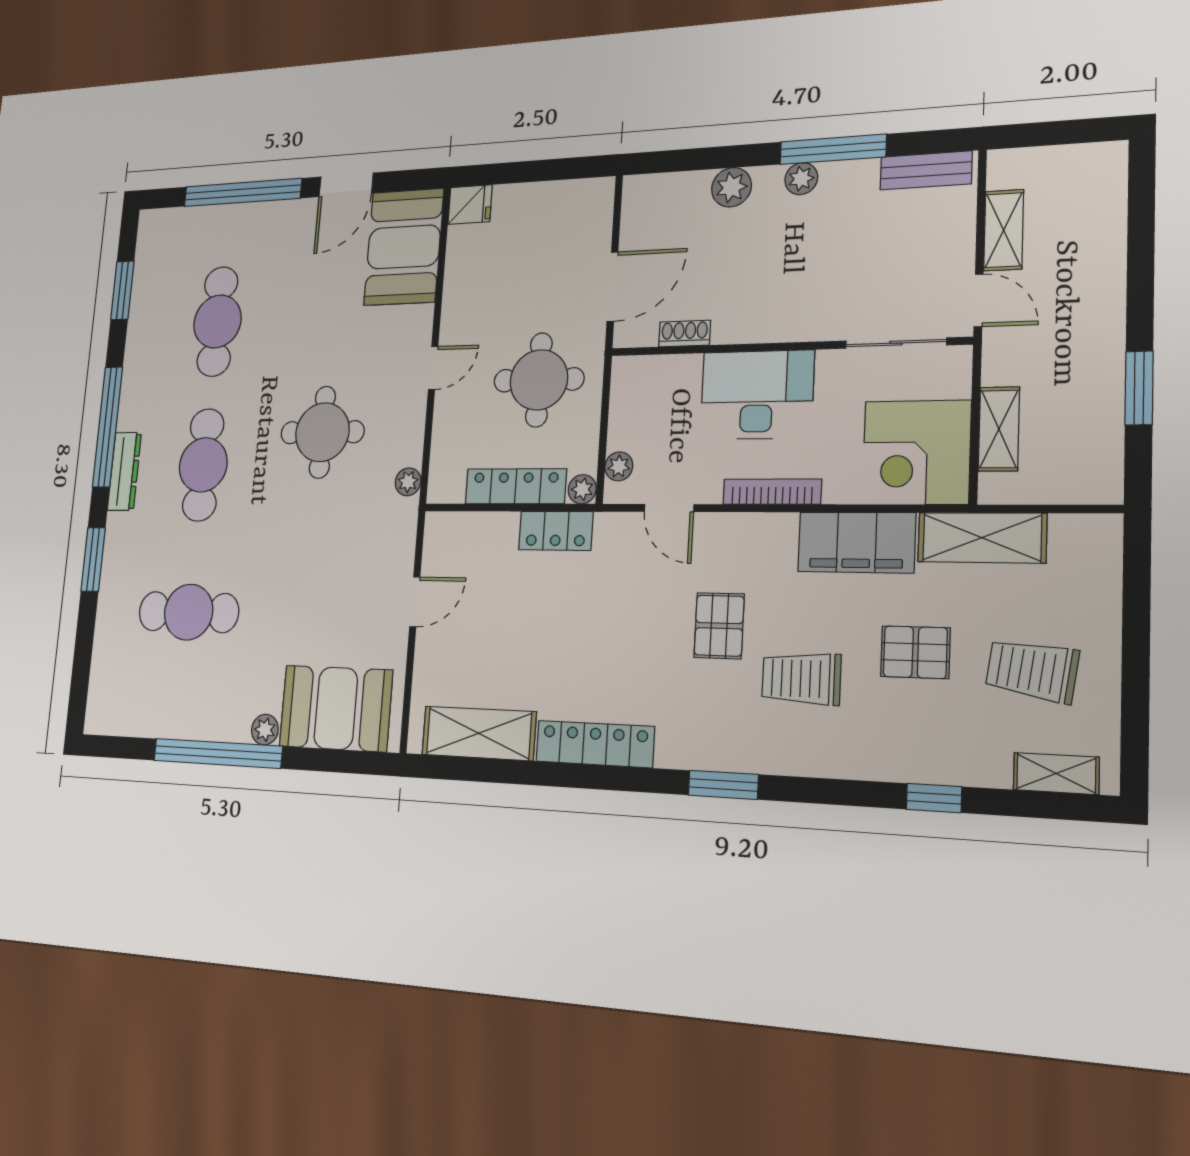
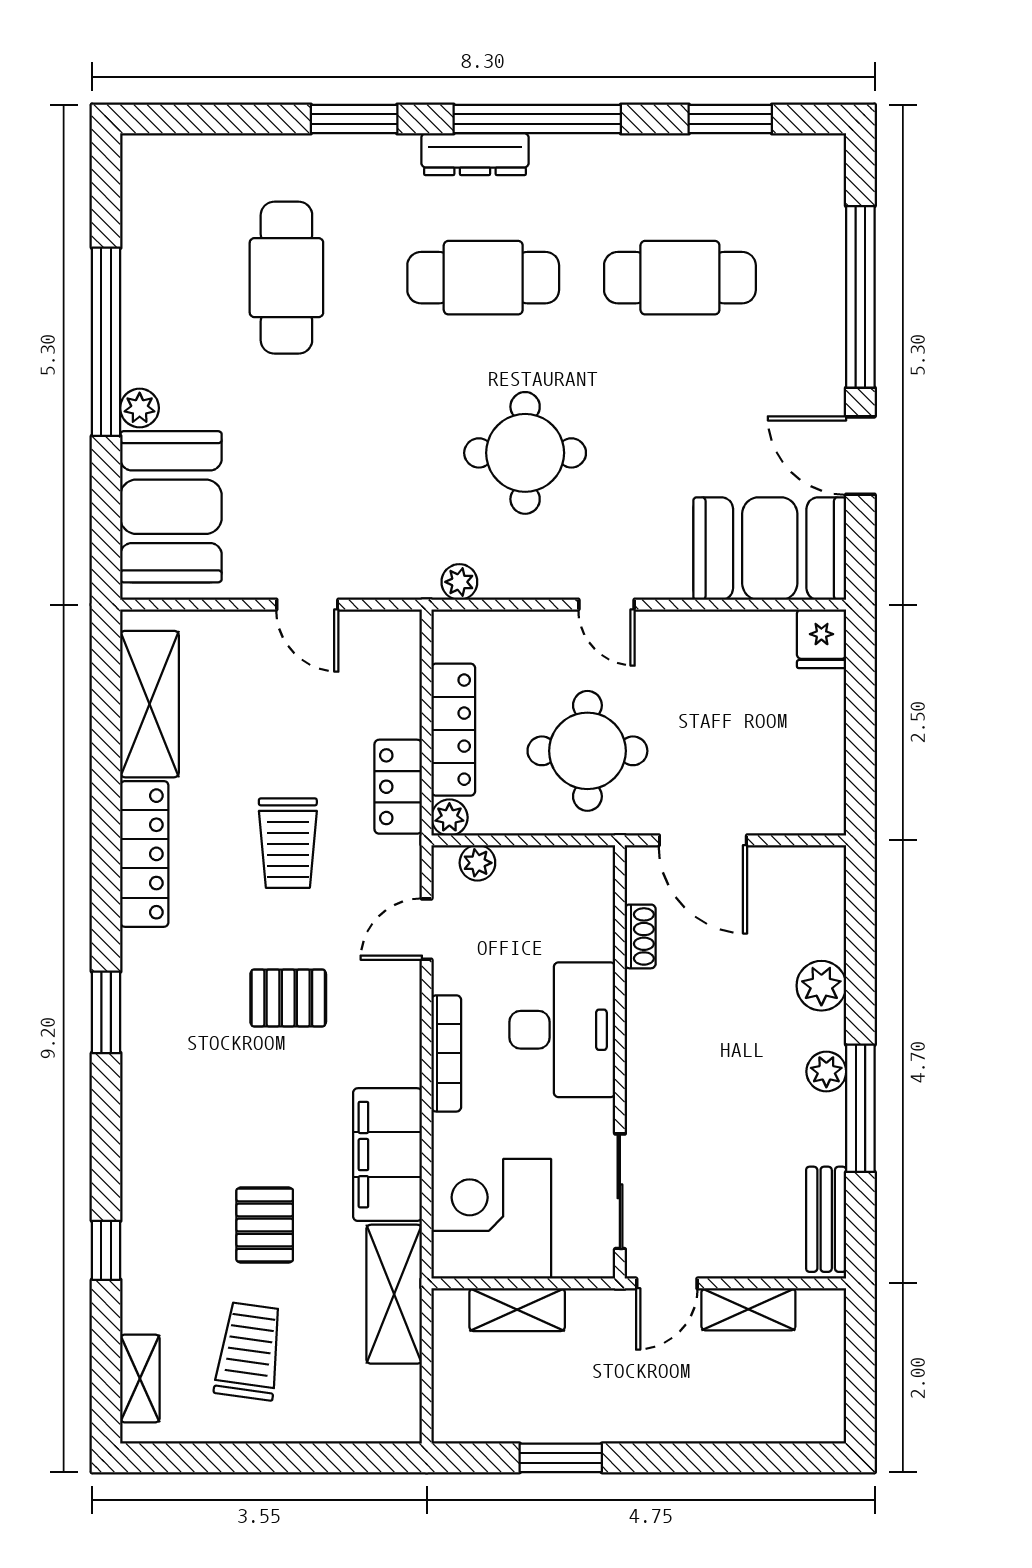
trolley: (801, 679) -> (288, 843), moved, turned 180

